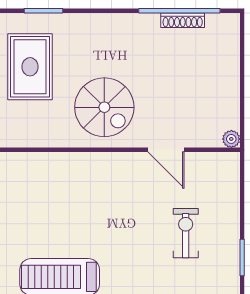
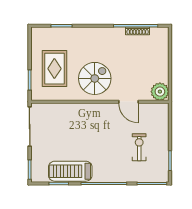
rug: (30, 67) -> (54, 69), moved
spiral stairs: (104, 107) -> (95, 78), turned -90
plant: (231, 139) -> (160, 92), width x1.88, depth x1.88

